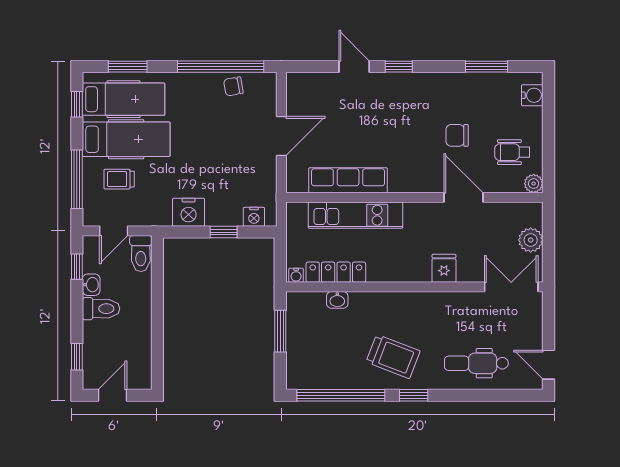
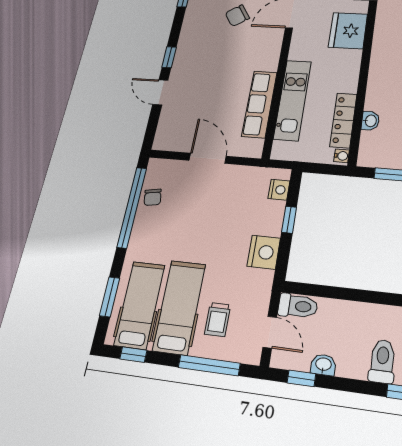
door: (354, 67) -> (160, 92), hinge flipped
chair: (457, 135) -> (237, 16), turned 56
fridge: (444, 268) -> (348, 31), width x1.88, depth x1.34
toilet: (101, 309) -> (382, 361), moved

